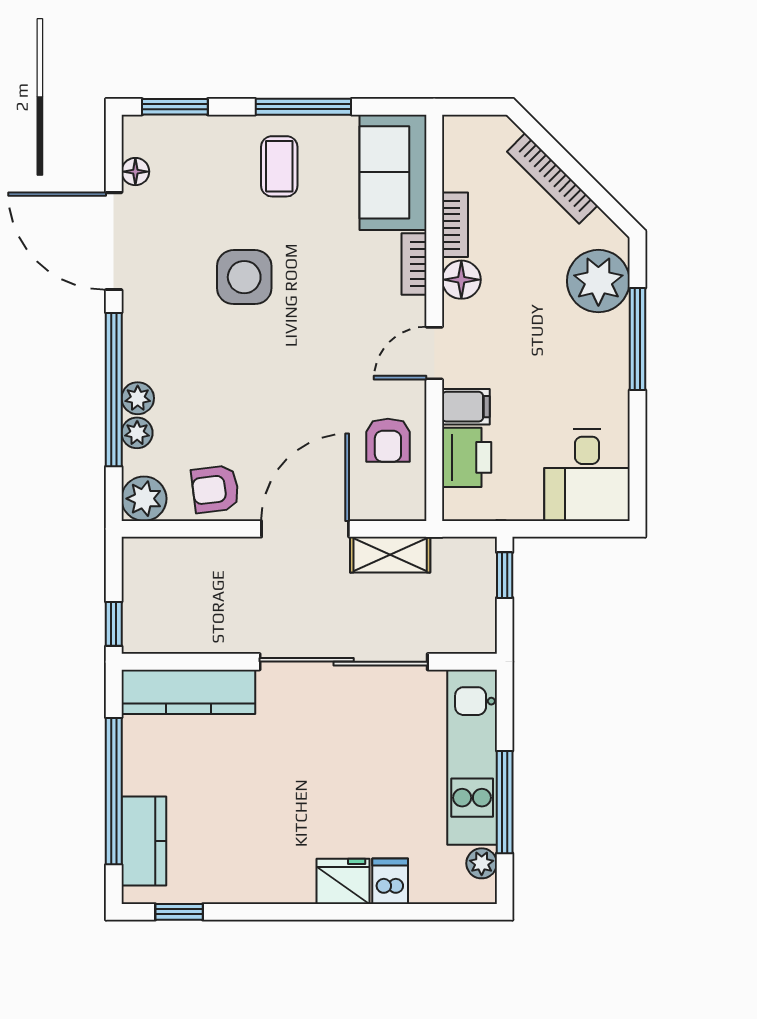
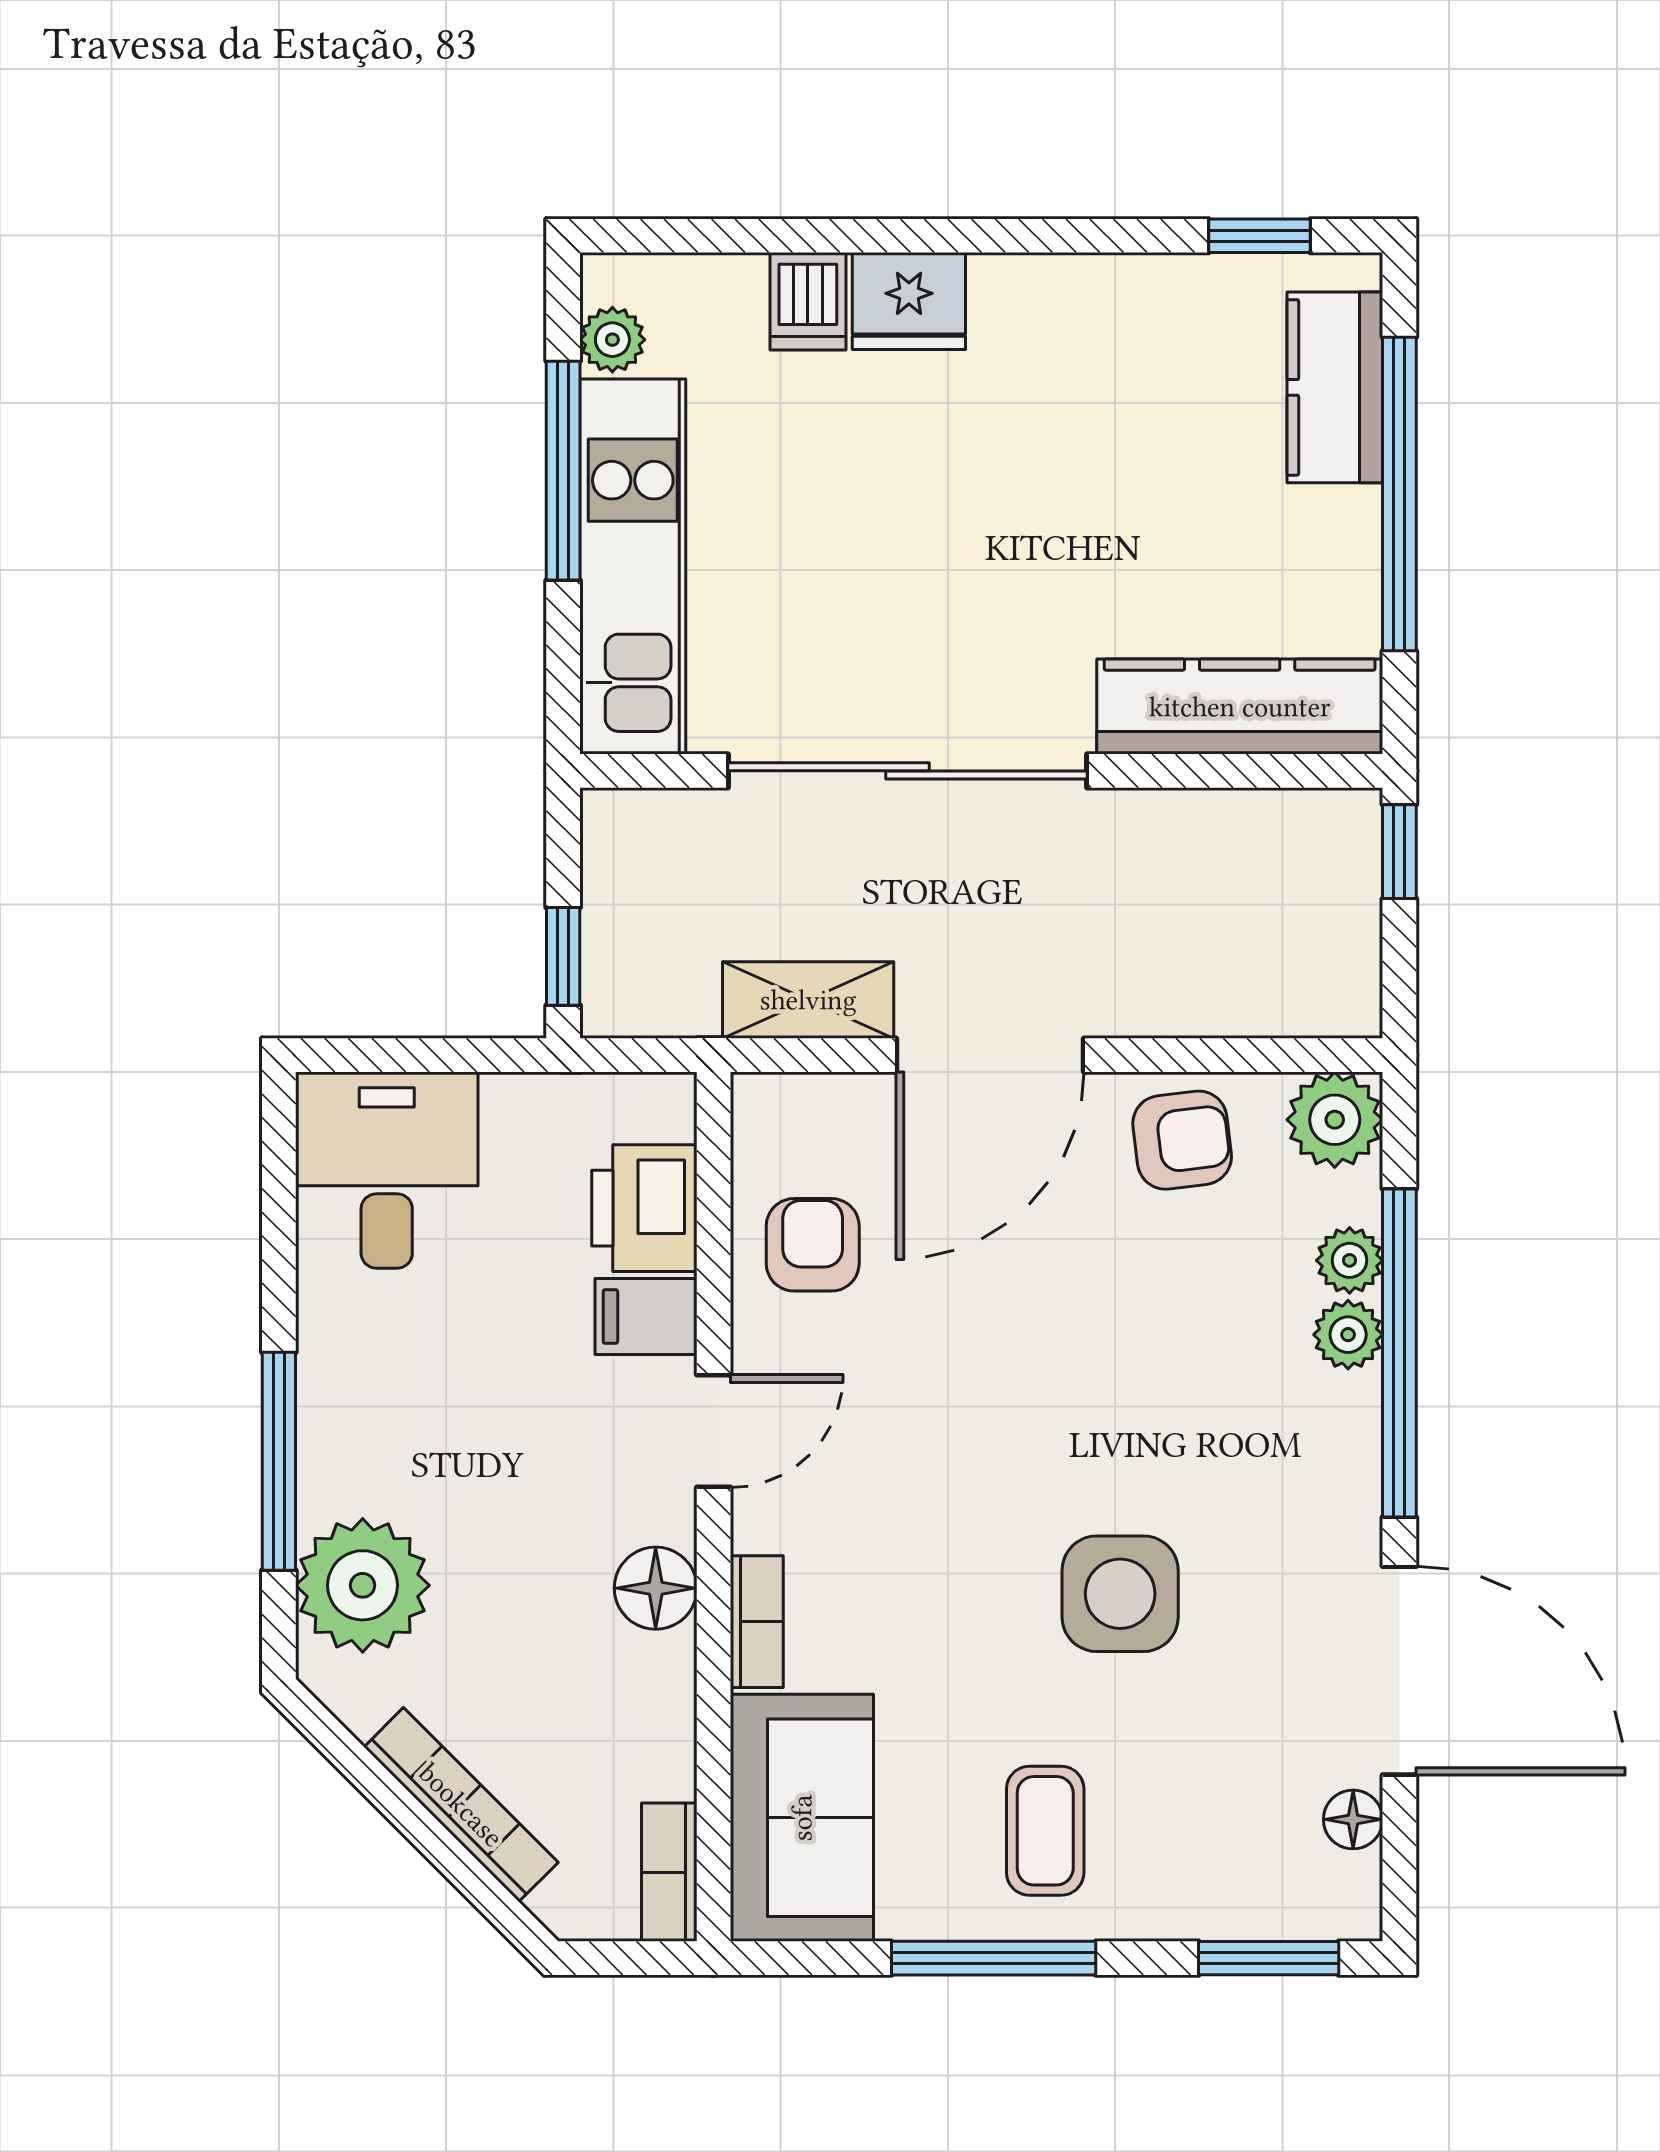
bookcase: (455, 225) -> (669, 1872), moved

